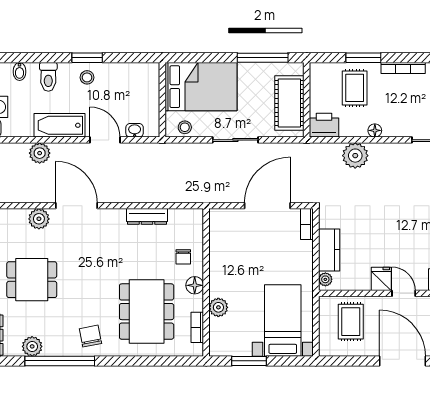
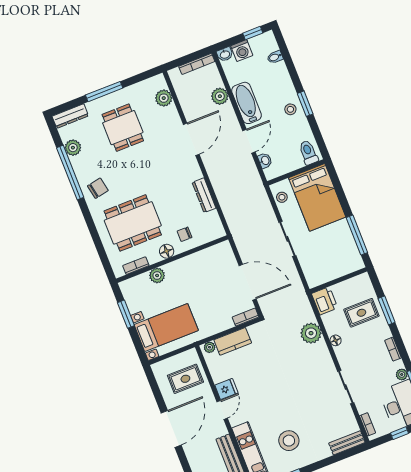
bookcase: (403, 68) -> (393, 349), width x0.64
toilet: (48, 77) -> (308, 153), moved, turned 90
cot: (289, 103) -> (331, 268), removed
plant: (39, 219) -> (164, 98), moved

